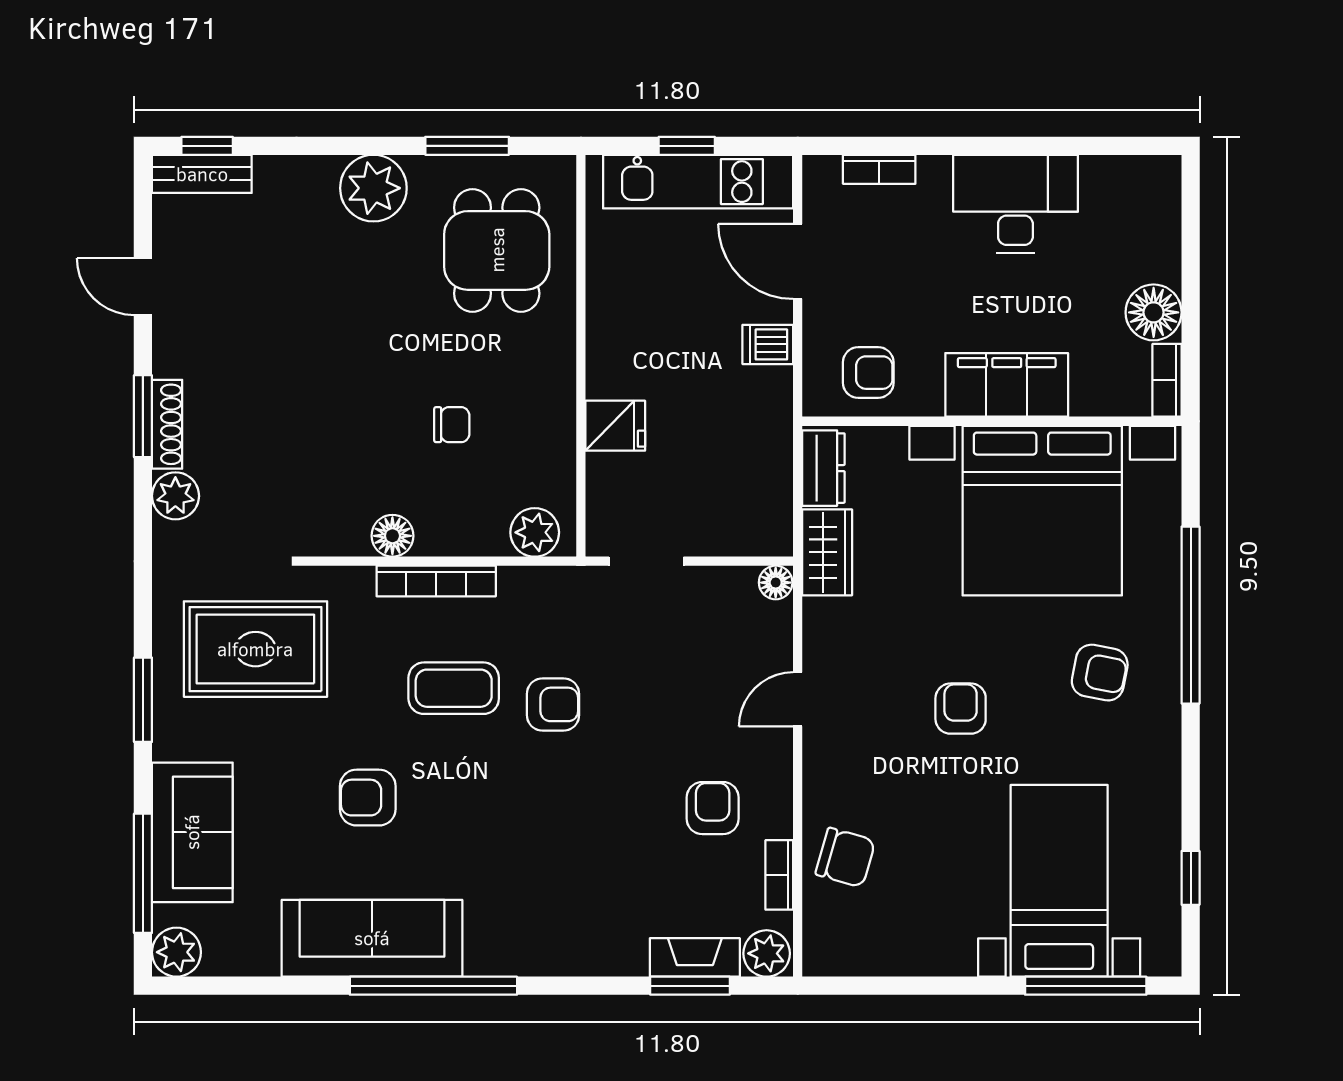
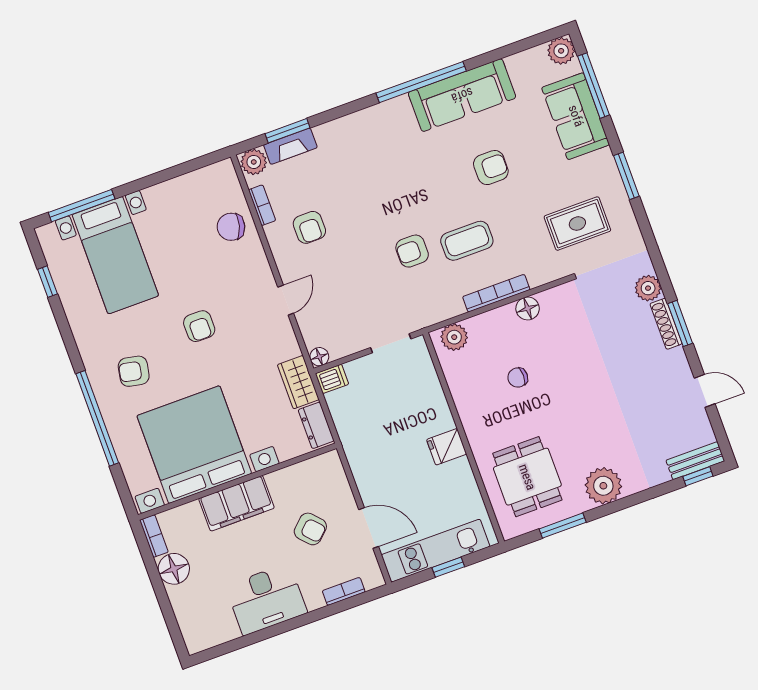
dishwasher: (768, 344) -> (332, 379), moved
armchair: (868, 373) -> (310, 529), moved, turned -133
fridge: (615, 426) -> (447, 447), moved
rug: (255, 649) -> (577, 224), width x0.73, depth x0.70

